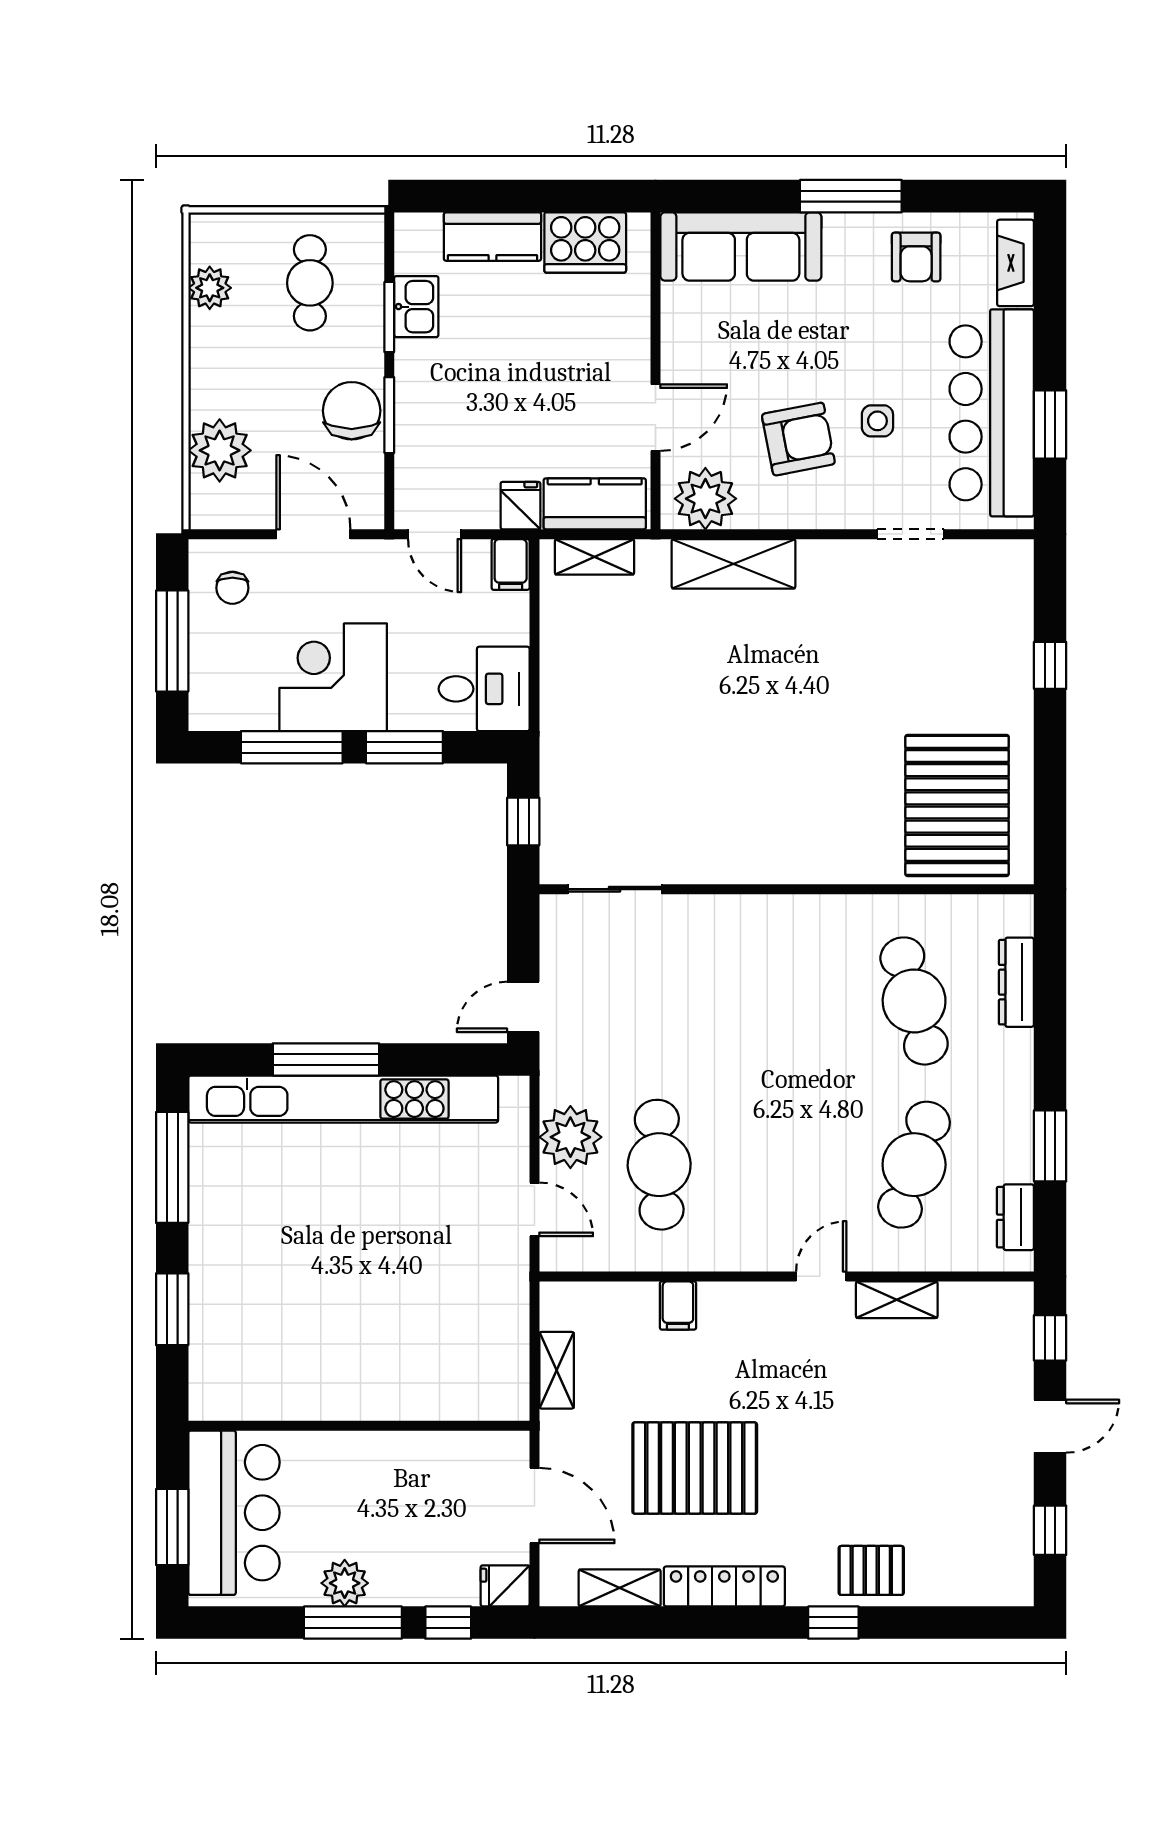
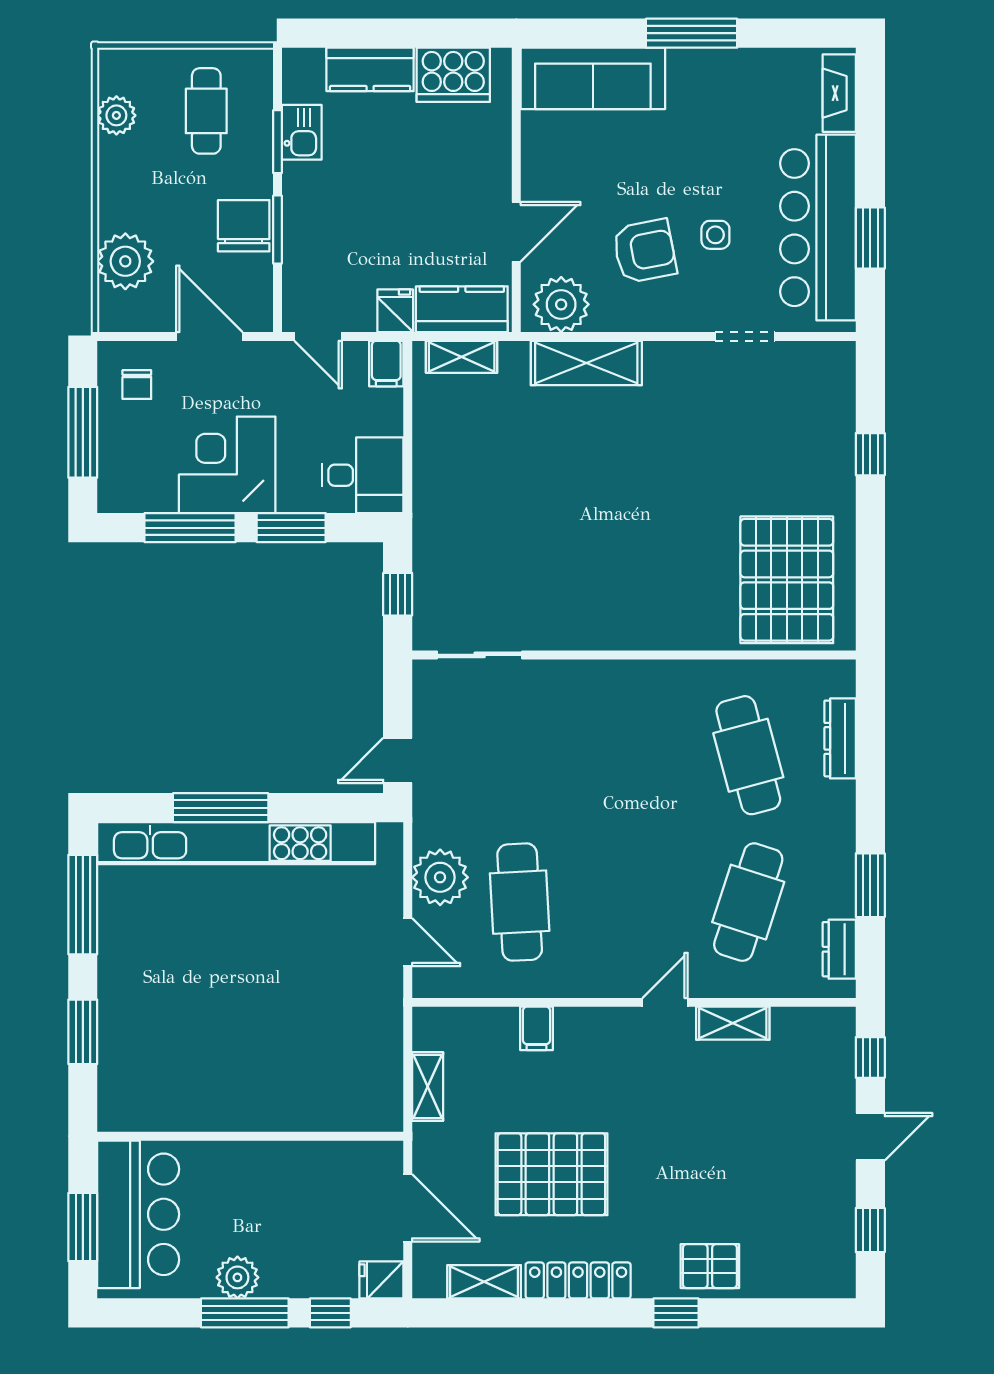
armchair: (916, 257) -> (750, 88), removed

